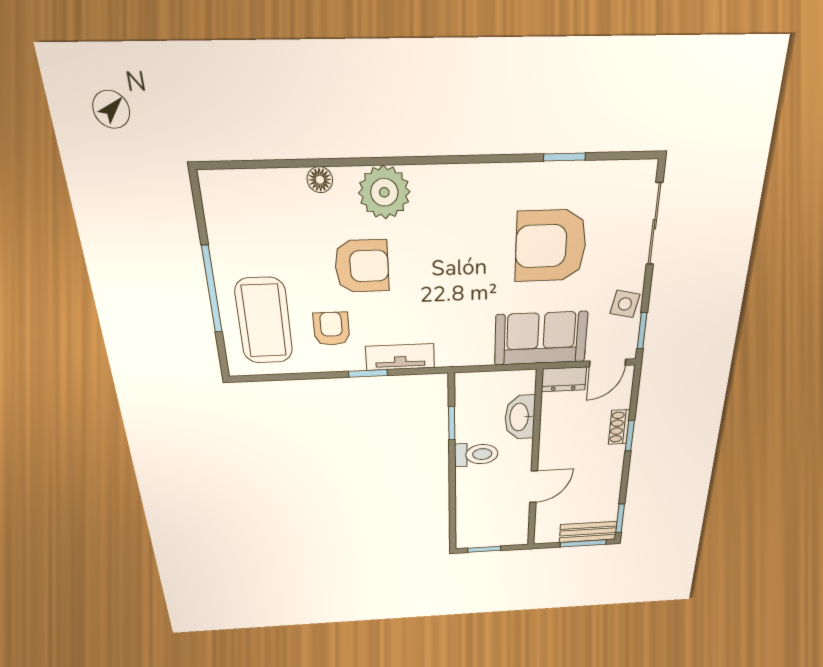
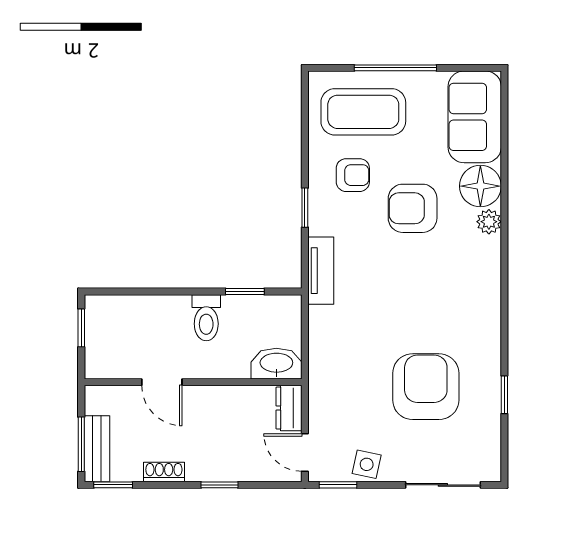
floor lamp: (320, 180) -> (480, 186), width x1.89, depth x1.89
plant: (384, 192) -> (489, 222), width x0.53, depth x0.53
armchair: (362, 266) -> (413, 208), turned 90
sofa: (541, 338) -> (475, 117), moved, turned 180
tv unit: (400, 357) -> (321, 271), moved
washbasin: (520, 417) -> (276, 364), moved
shoe rack: (619, 427) -> (164, 472), moved

